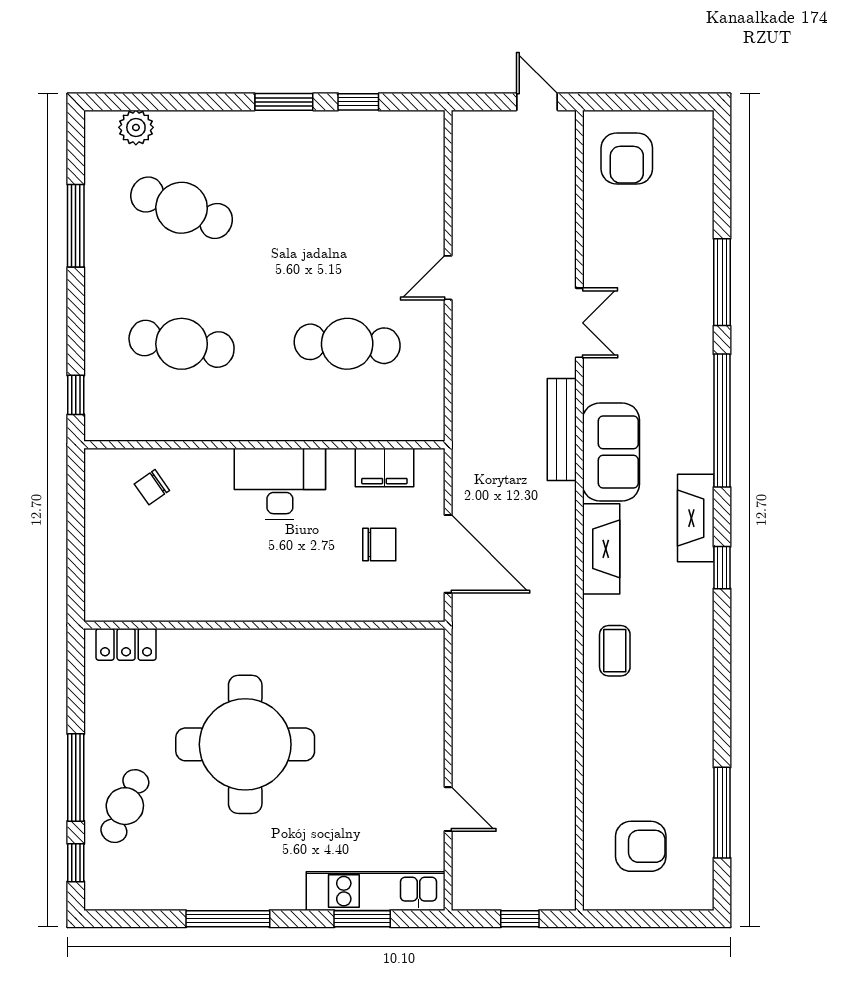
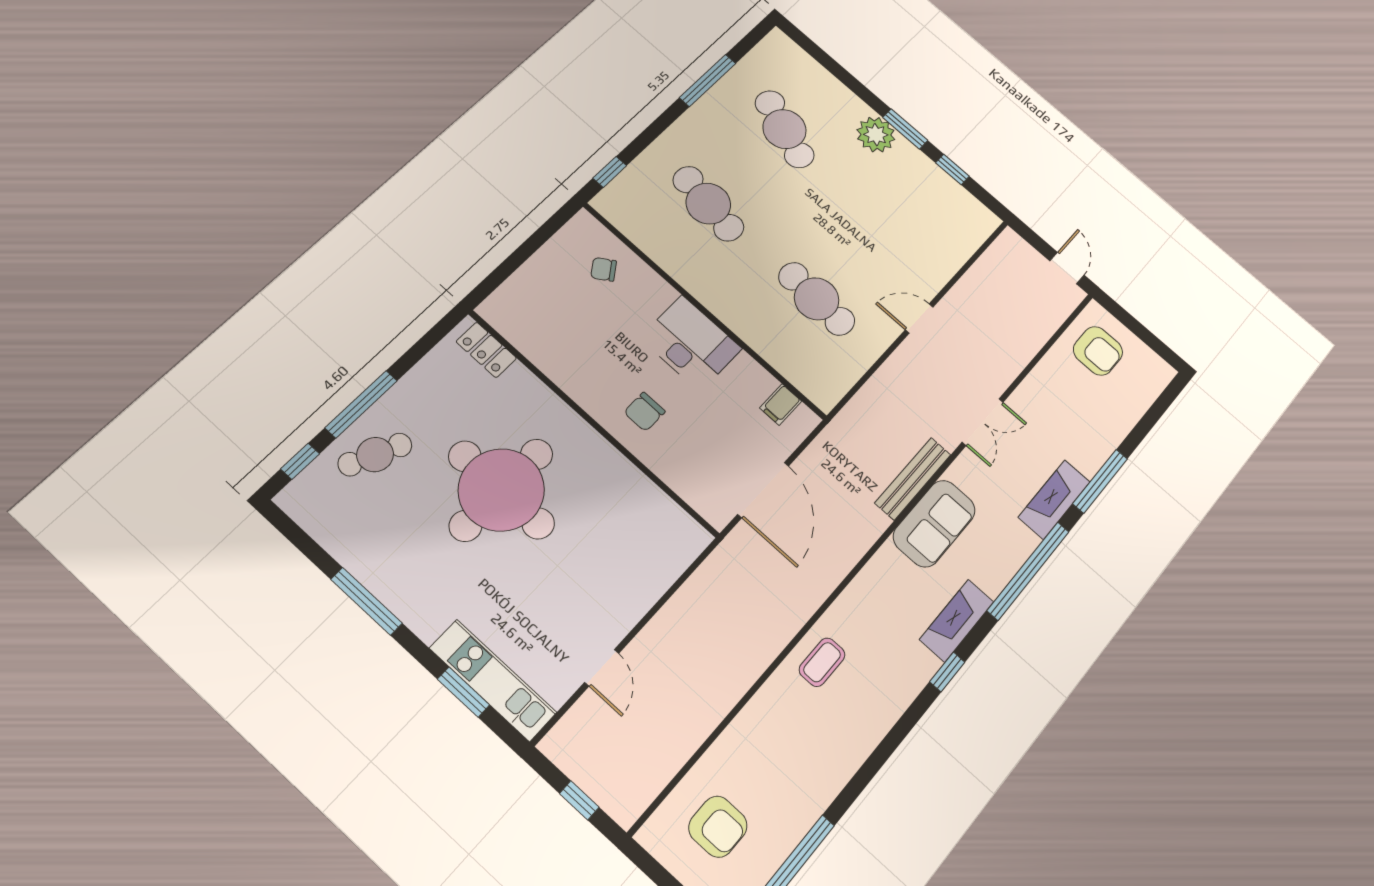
plant: (136, 127) -> (876, 135), moved, width x1.36, depth x1.36
armchair: (627, 158) -> (1098, 351), turned -90
filing cabinet: (384, 467) -> (781, 405), width x0.50
chair: (379, 544) -> (645, 412), moved, turned 90
fireplace: (601, 549) -> (1054, 499), moved, turned 180

